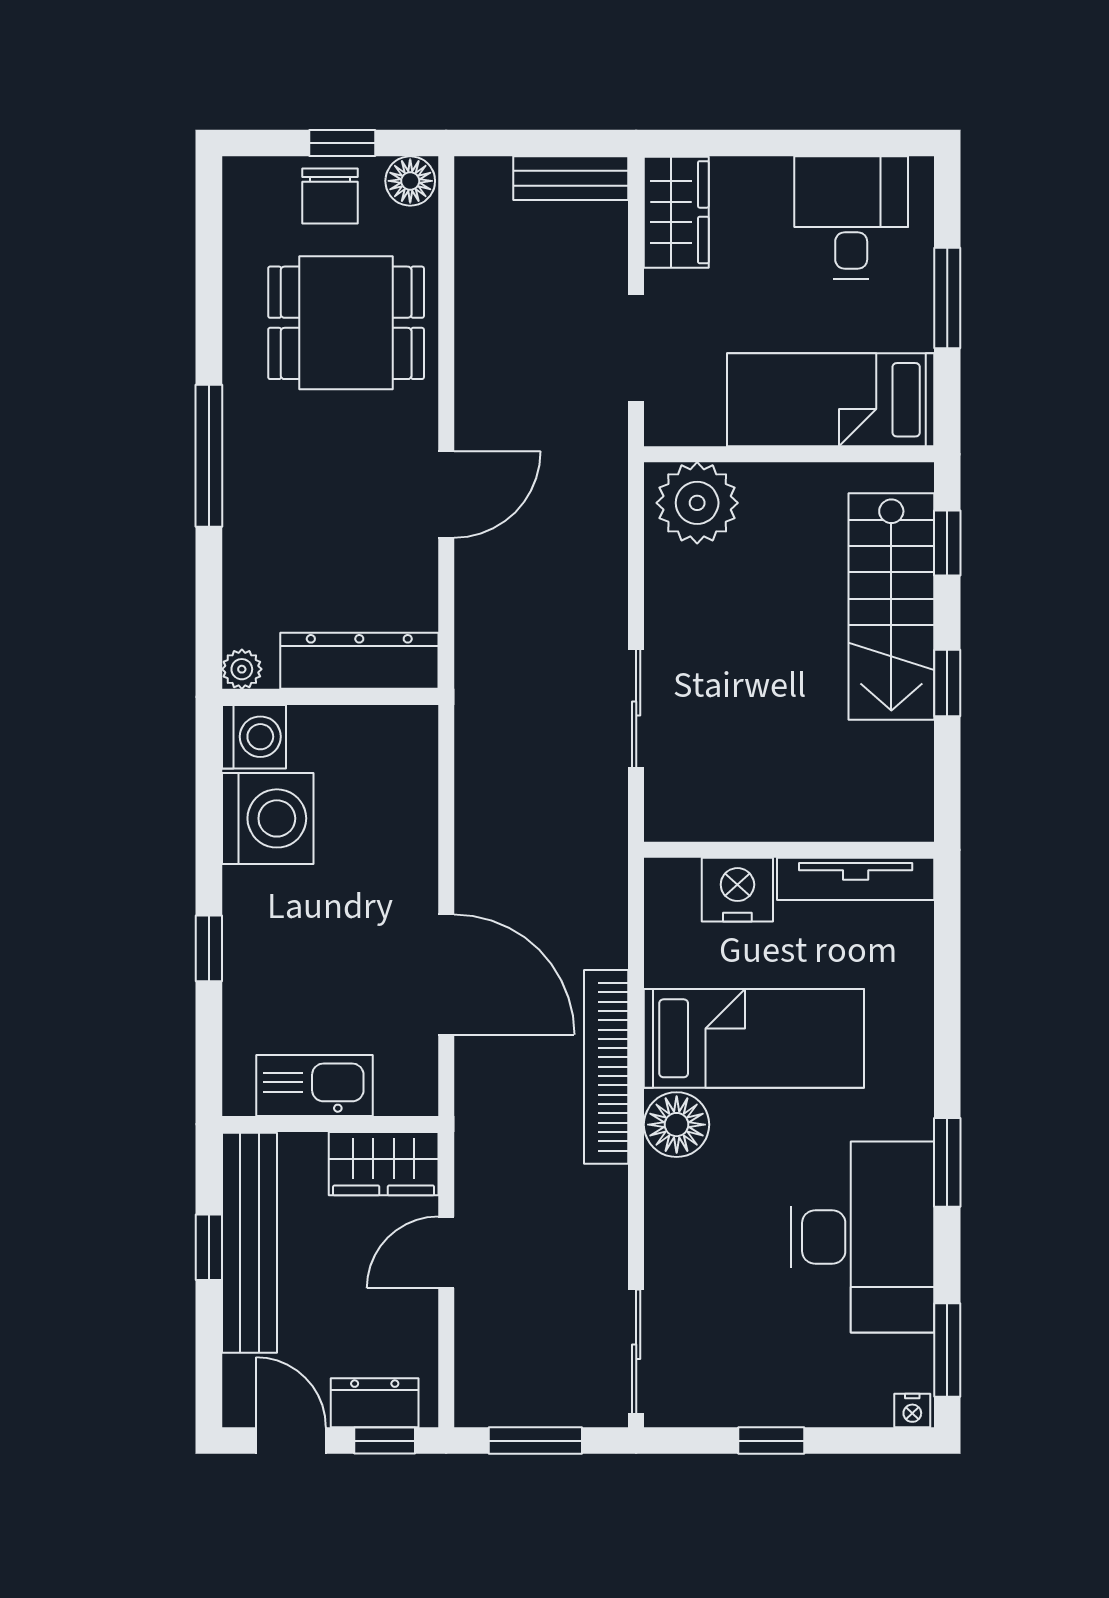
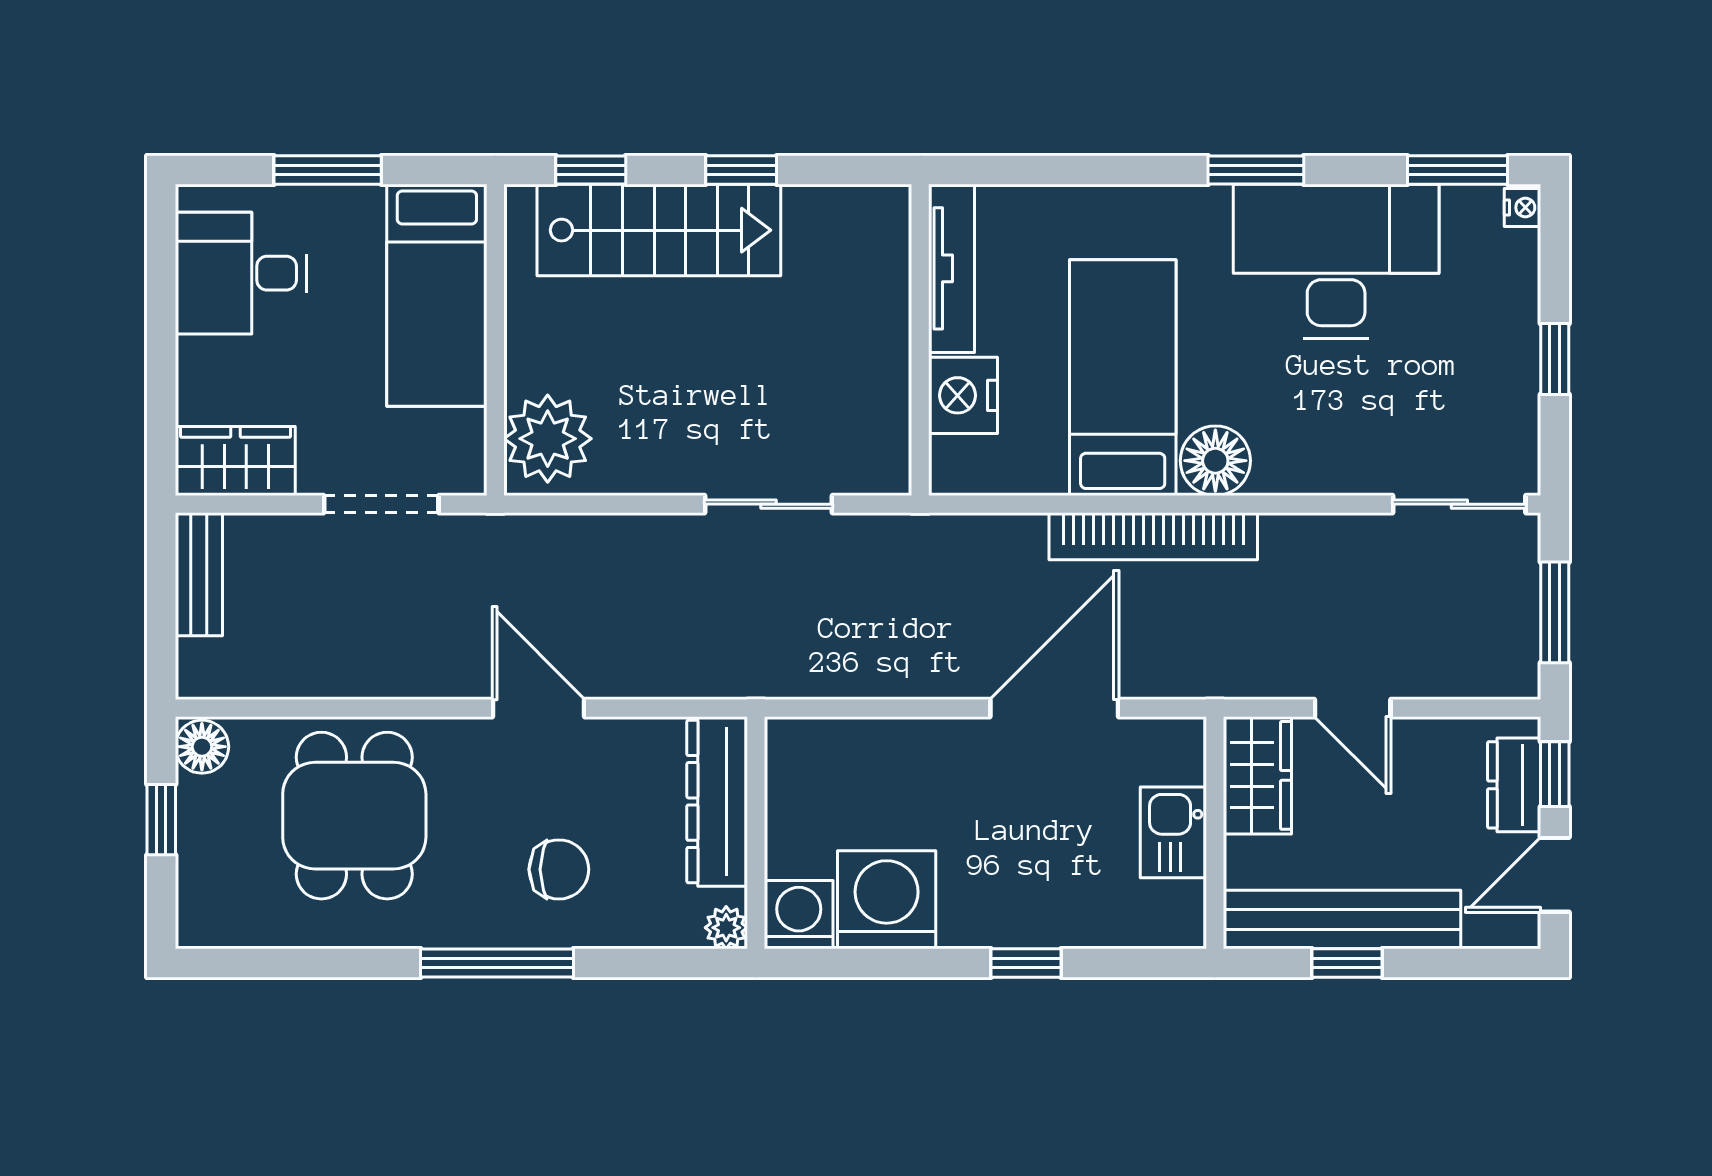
chair: (330, 196) -> (559, 869), moved
kitchen sink: (315, 1085) -> (1173, 832), width x0.73

